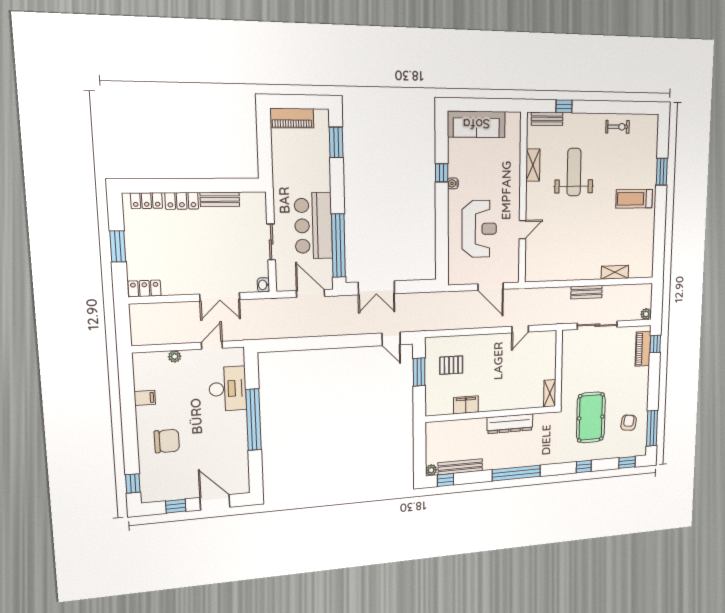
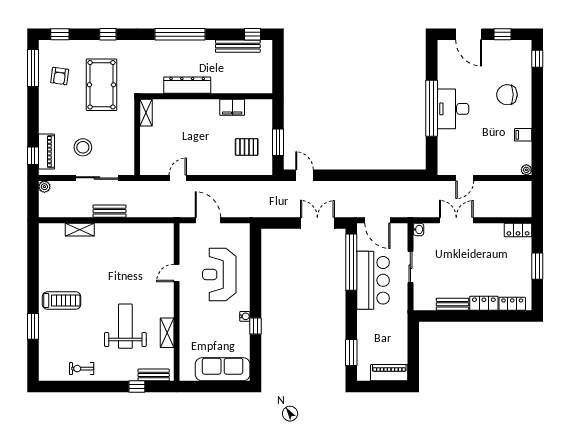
weight bench: (574, 172) -> (125, 326), turned 180
stool: (610, 355) -> (83, 147), added
plant: (175, 356) -> (526, 170), moved
desk: (228, 389) -> (453, 109), moved
plant: (431, 470) -> (267, 46), removed

